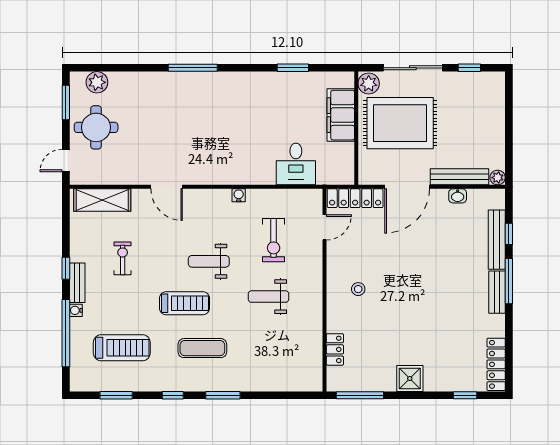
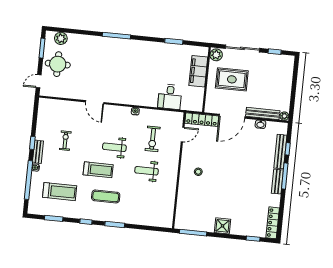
rug: (400, 123) -> (232, 79), width x0.73, depth x0.69
shelving: (102, 200) -> (57, 106), removed
locker: (335, 349) -> (181, 205), removed

